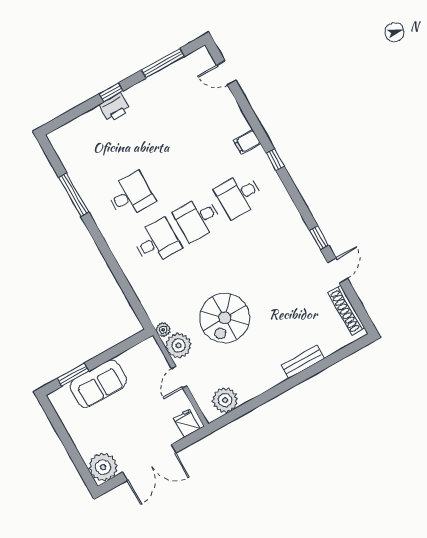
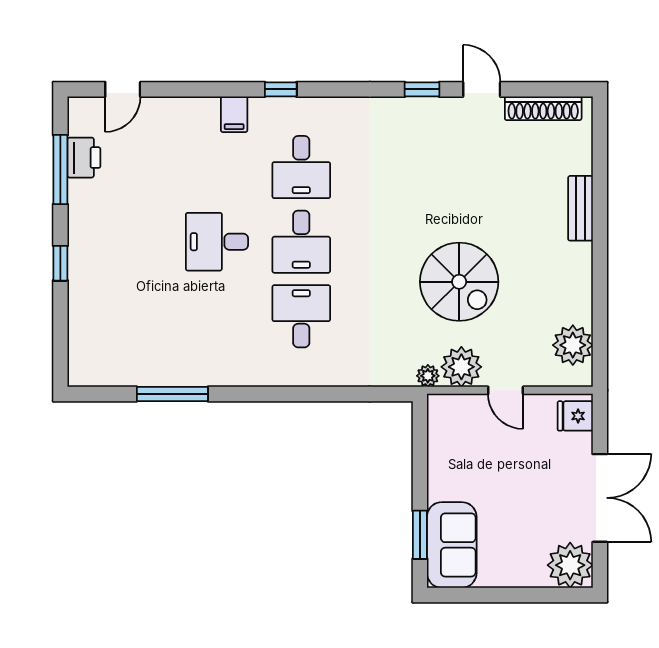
printer: (115, 108) -> (84, 158), moved
desk: (130, 195) -> (217, 242), moved, turned -90
sofa: (98, 384) -> (452, 545), moved

